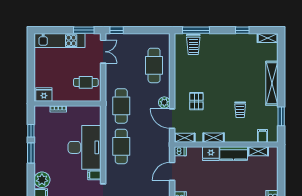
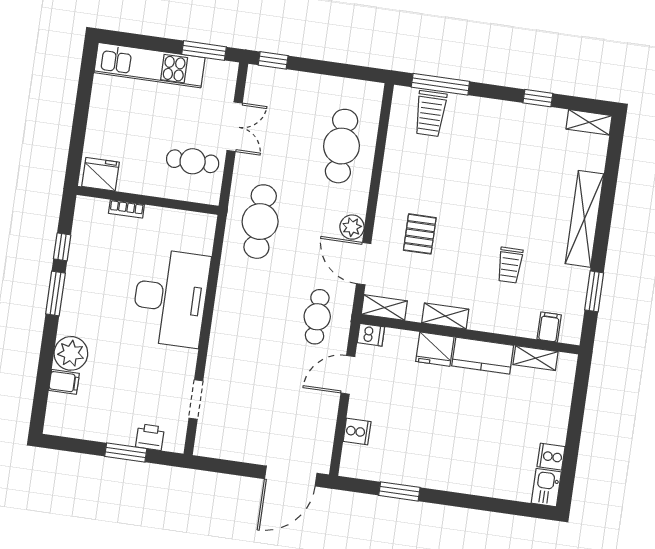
double door: (103, 52) -> (235, 127), moved
cafe table: (121, 146) -> (317, 317), moved, width x0.73, depth x0.74
filing cabinet: (94, 175) -> (183, 359), removed

